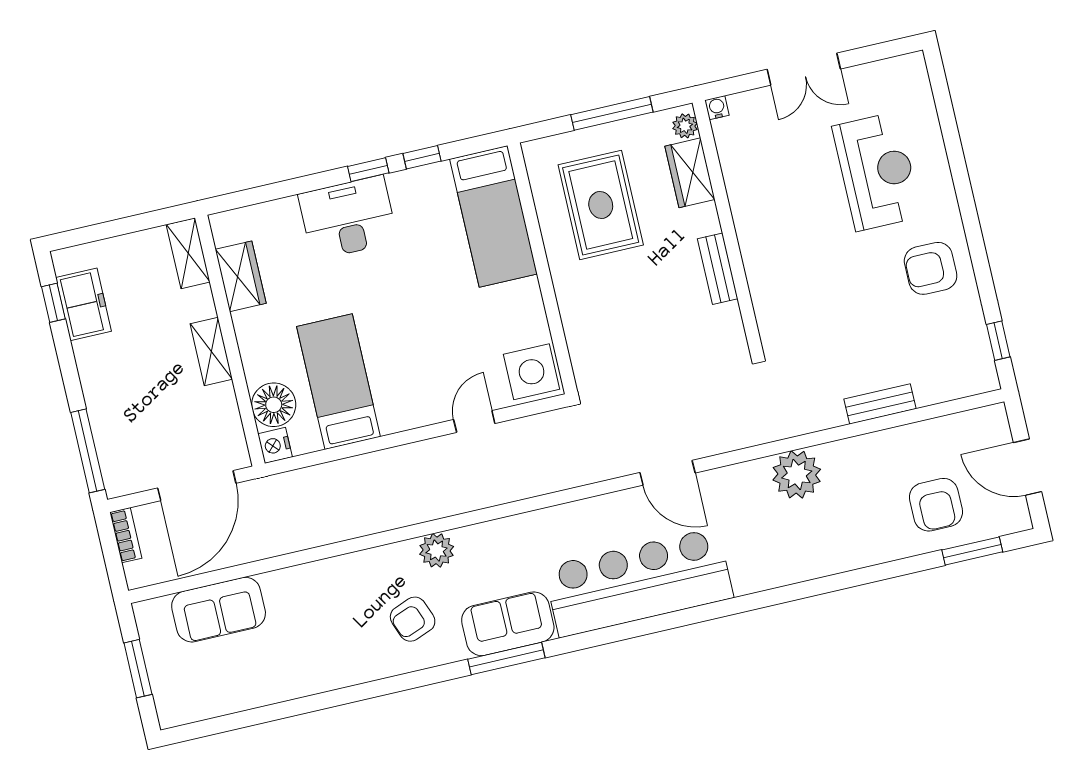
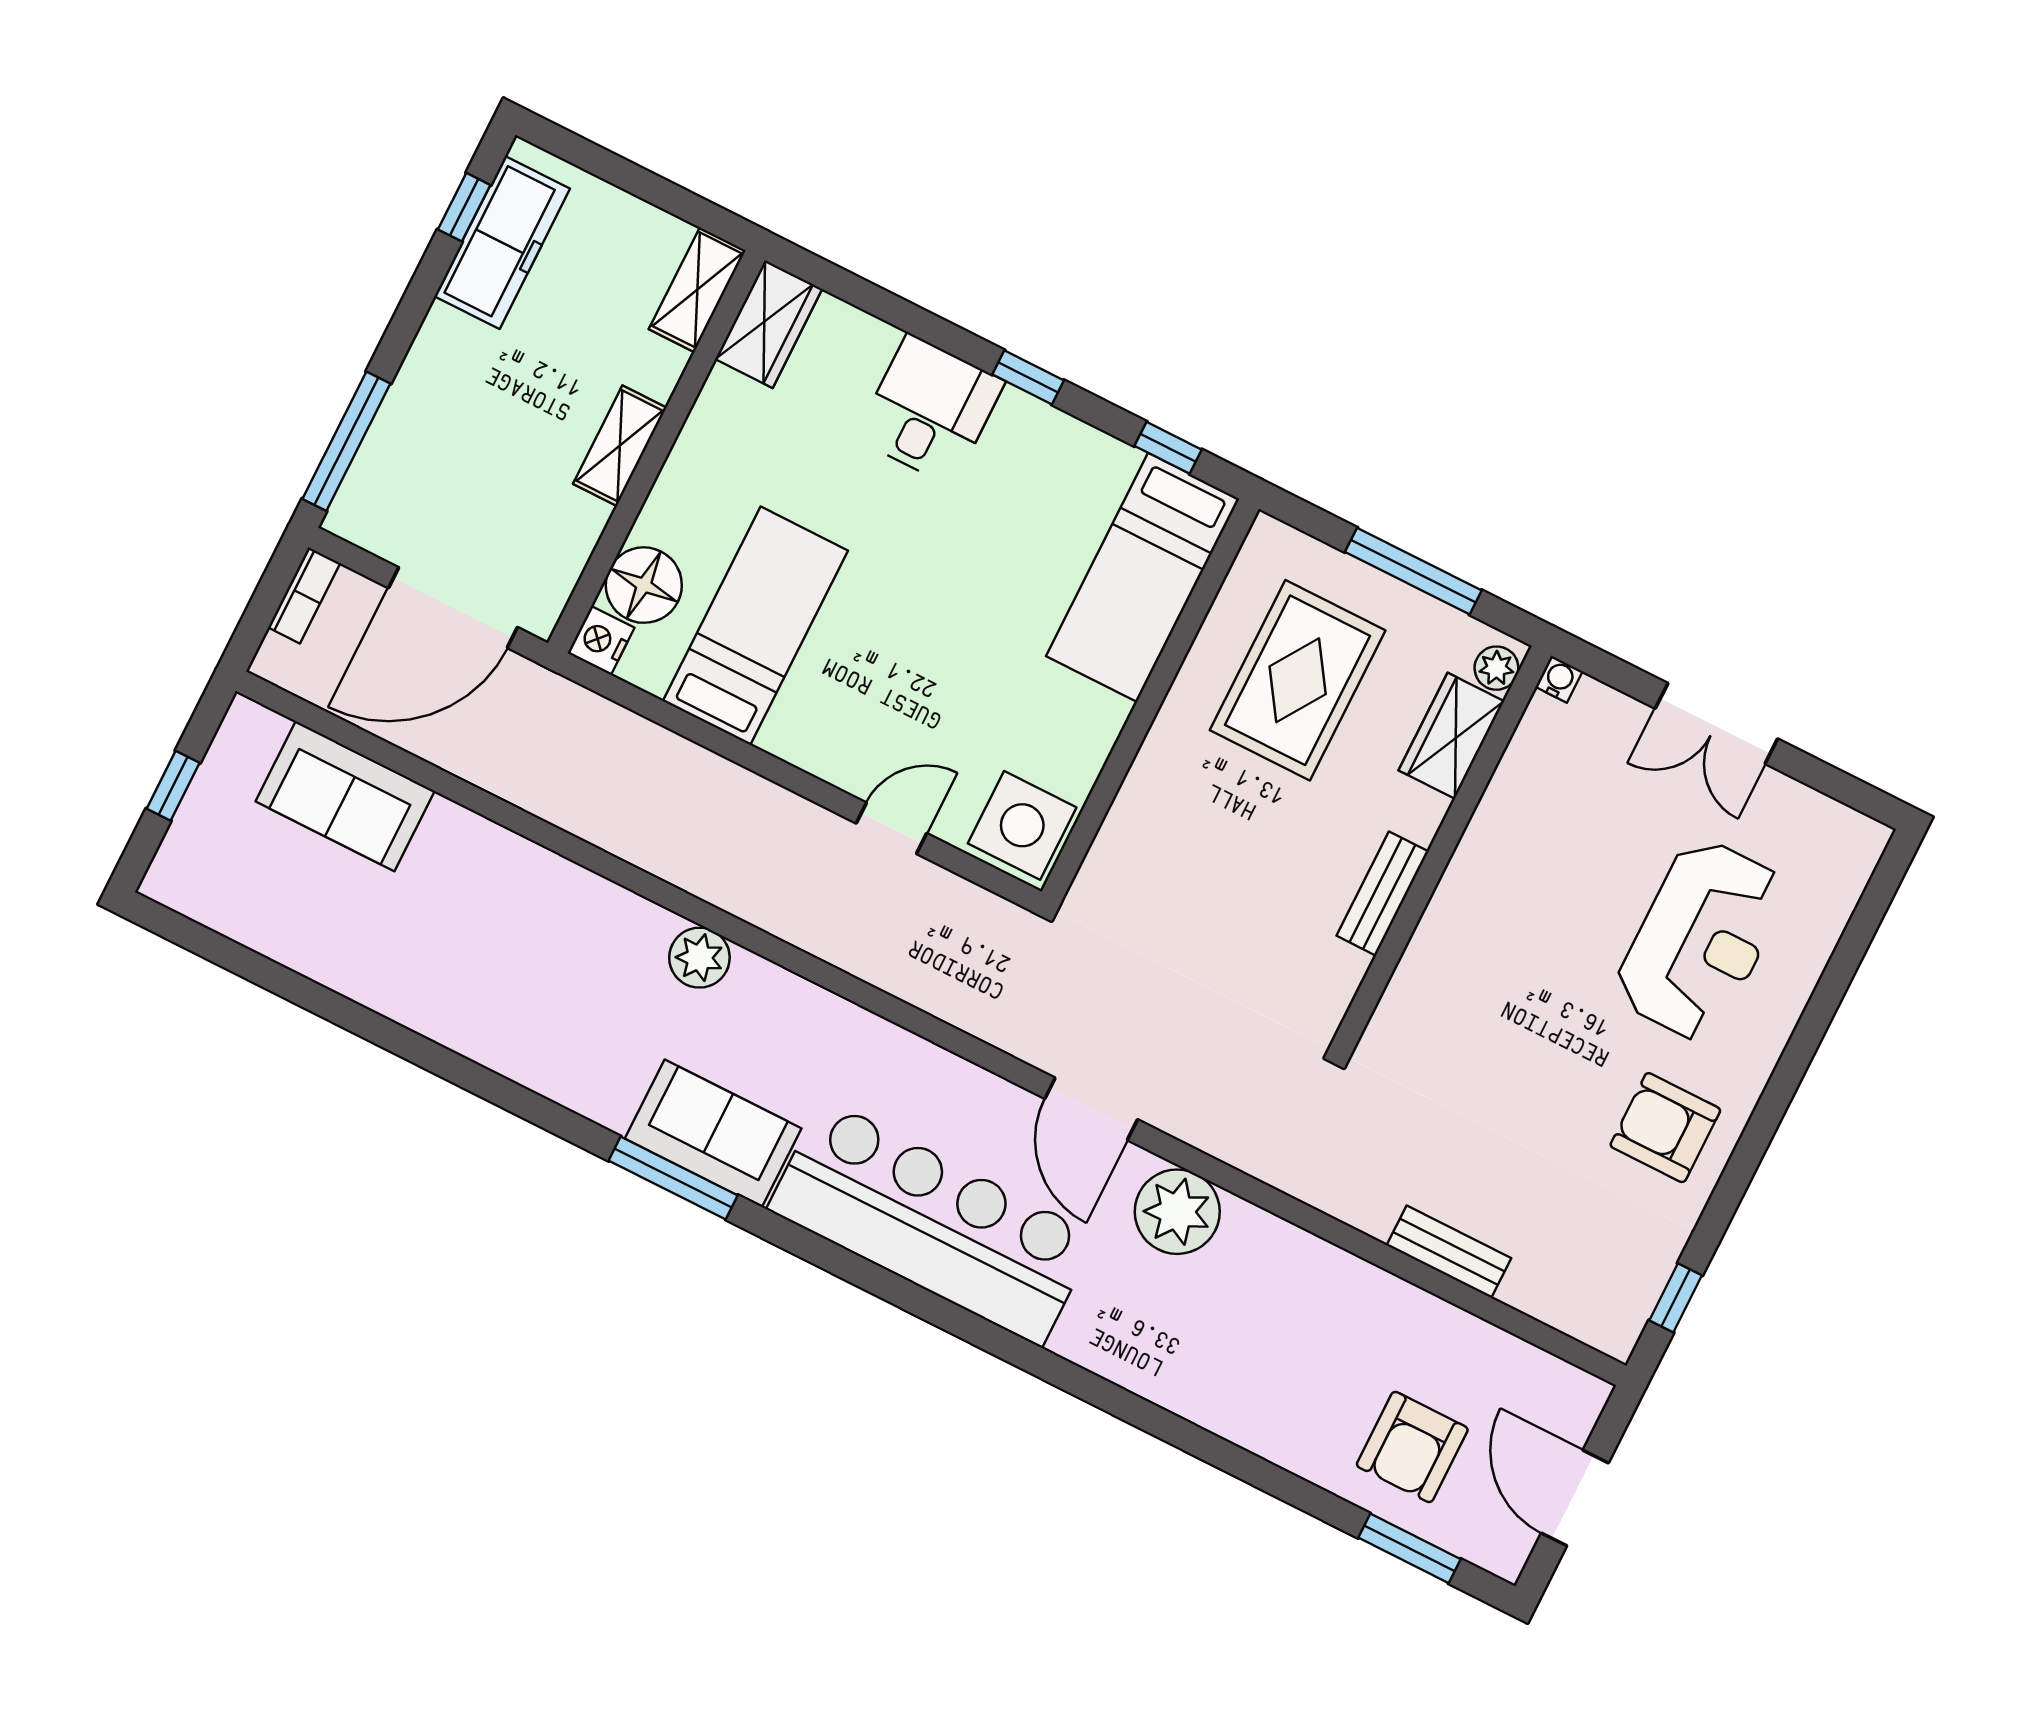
window: (422, 157) -> (1168, 448), moved
desk: (348, 218) -> (930, 410), width x0.73
wardrobe: (241, 276) -> (769, 324), moved
freezer: (84, 304) -> (502, 243), width x1.40
plant: (797, 475) -> (1177, 1212), moved
armchair: (413, 619) -> (592, 1022), removed
window: (138, 669) -> (173, 786), width x0.67

